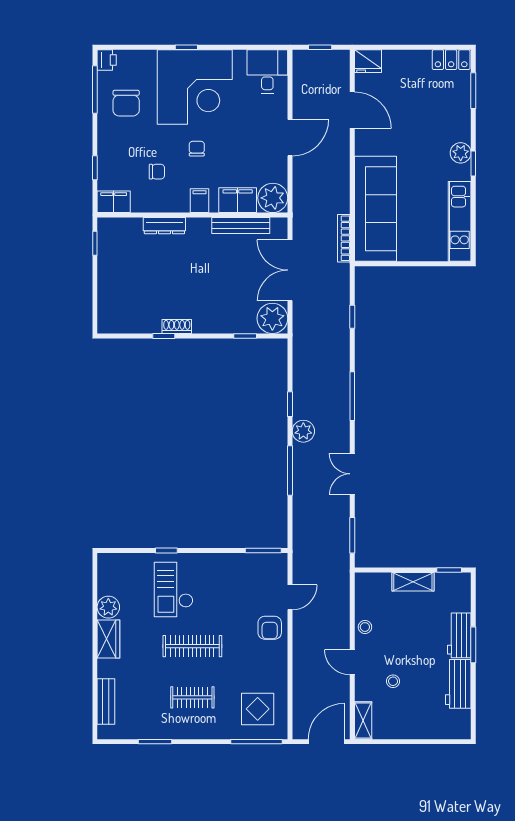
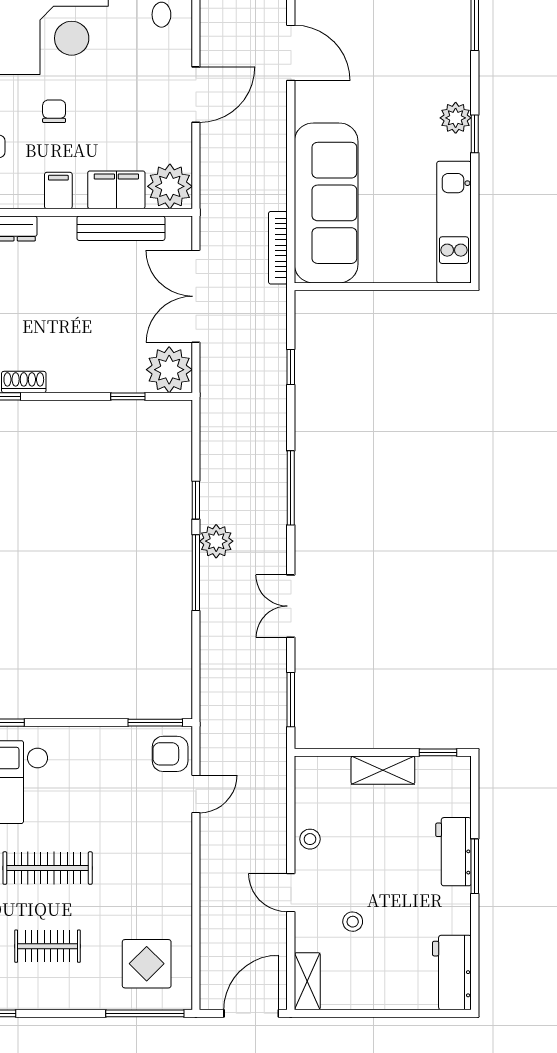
window: (290, 471) -> (196, 573), moved
armchair: (270, 628) -> (170, 754), moved, turned 90
workbench: (458, 684) -> (452, 973), moved

